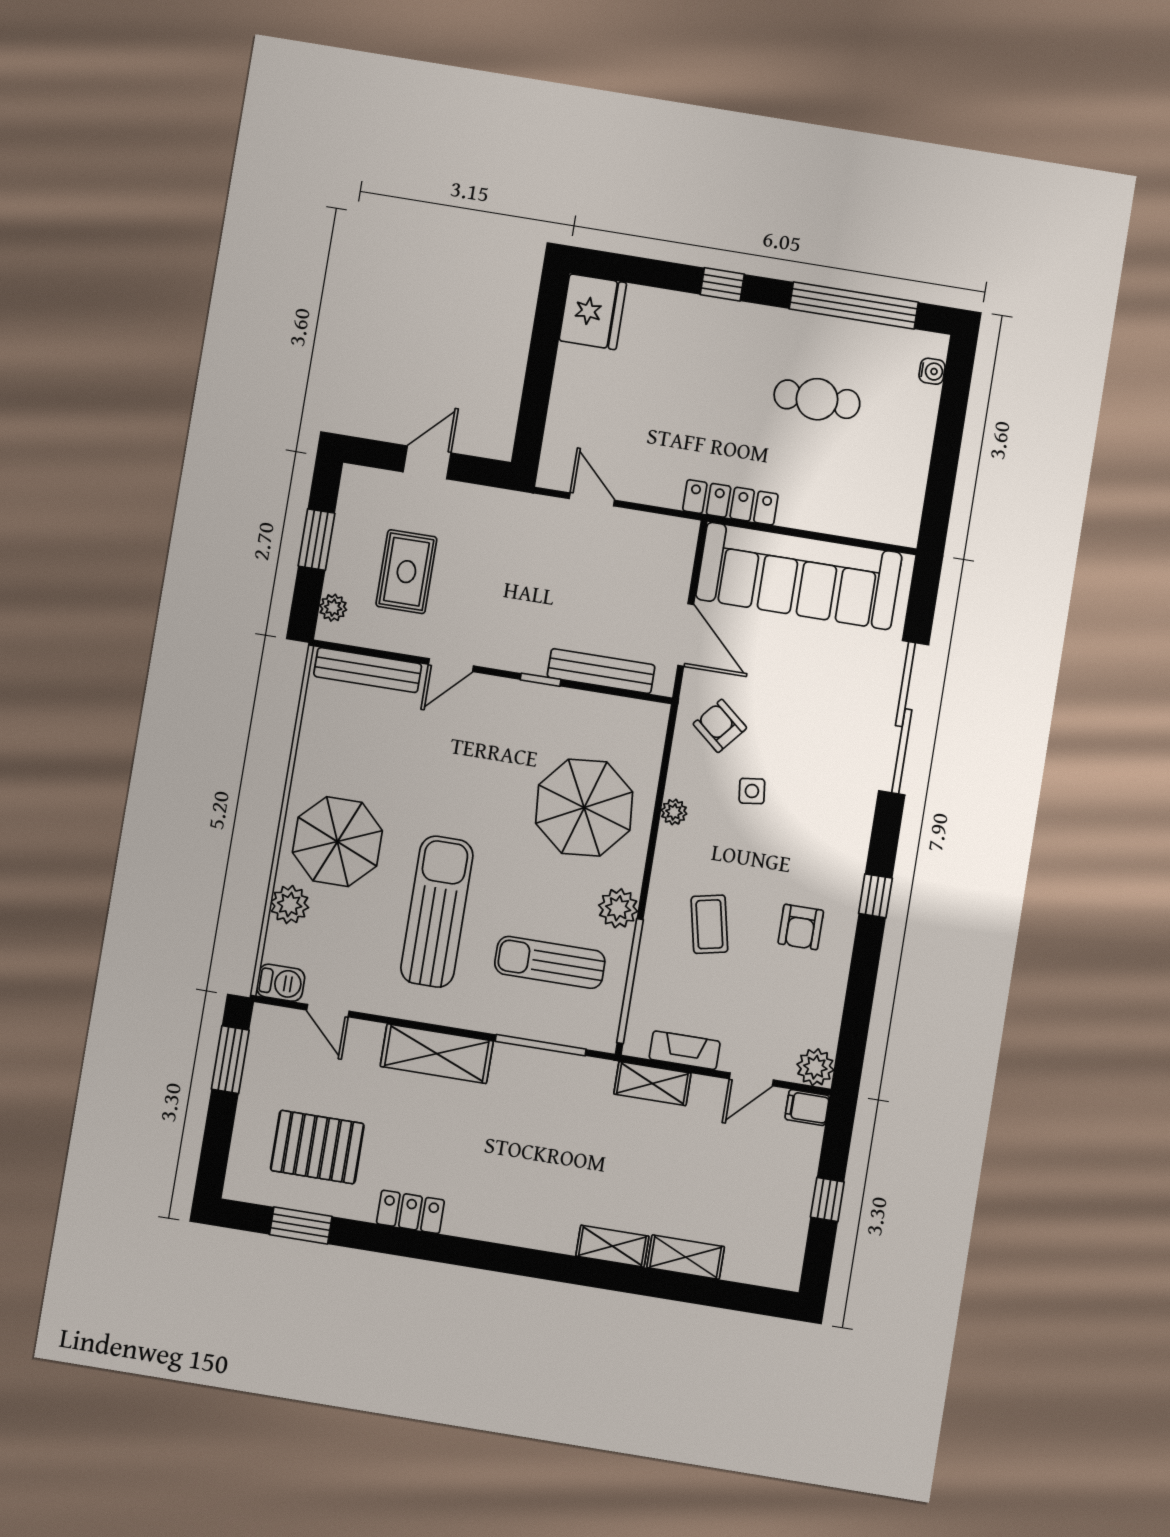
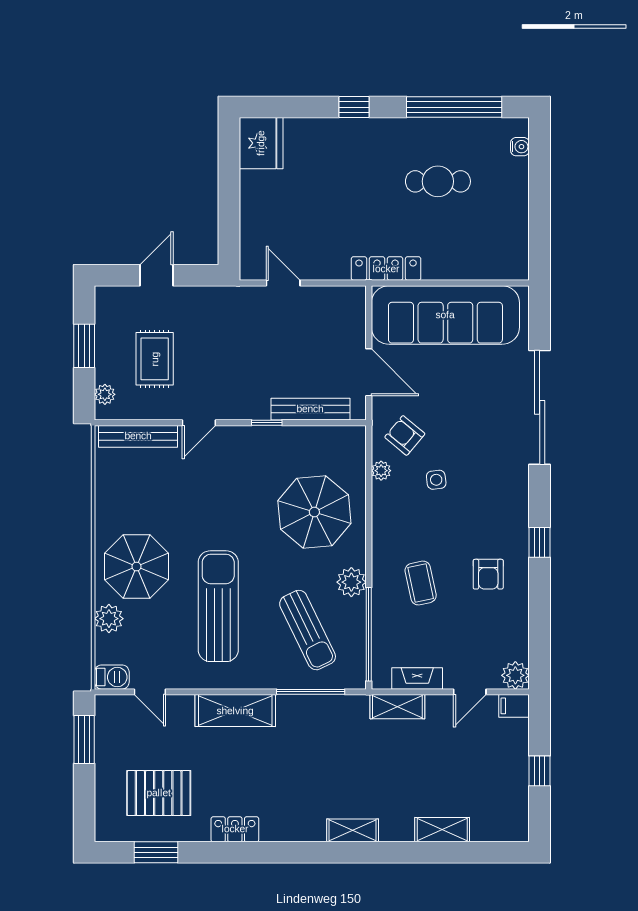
plant: (674, 812) -> (381, 471), moved
sun lounger: (550, 962) -> (308, 630), turned -116
shelving: (612, 1246) -> (353, 830), moved

